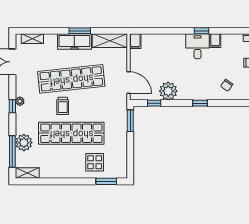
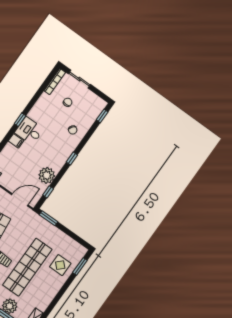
filing cabinet: (215, 41) -> (16, 141), moved

